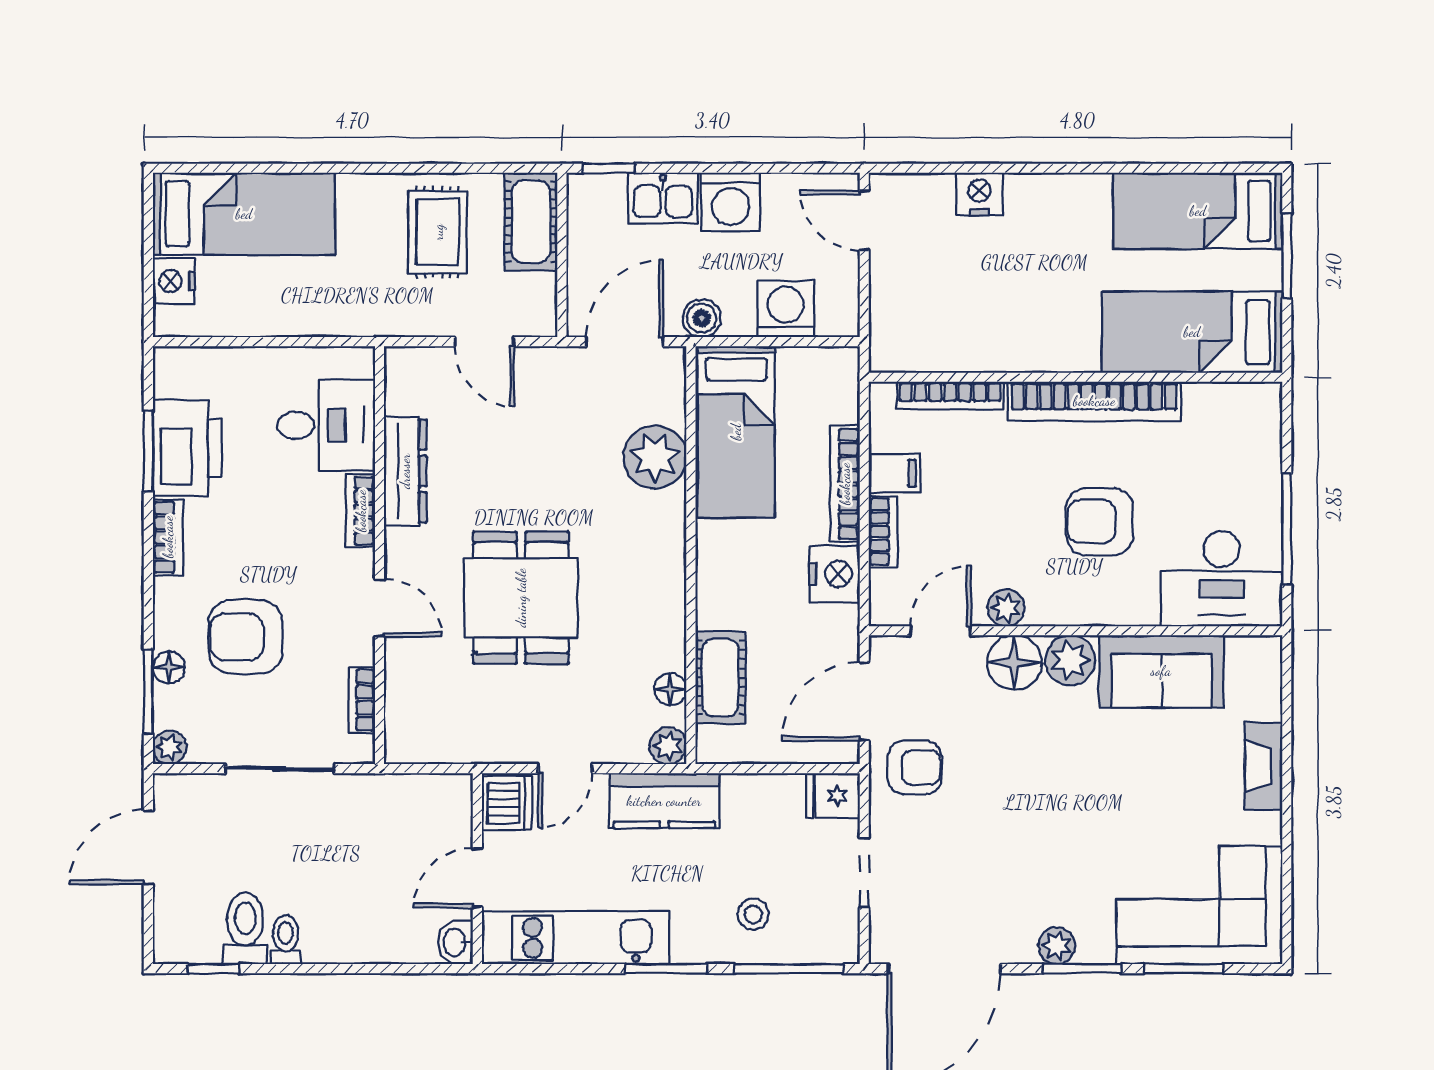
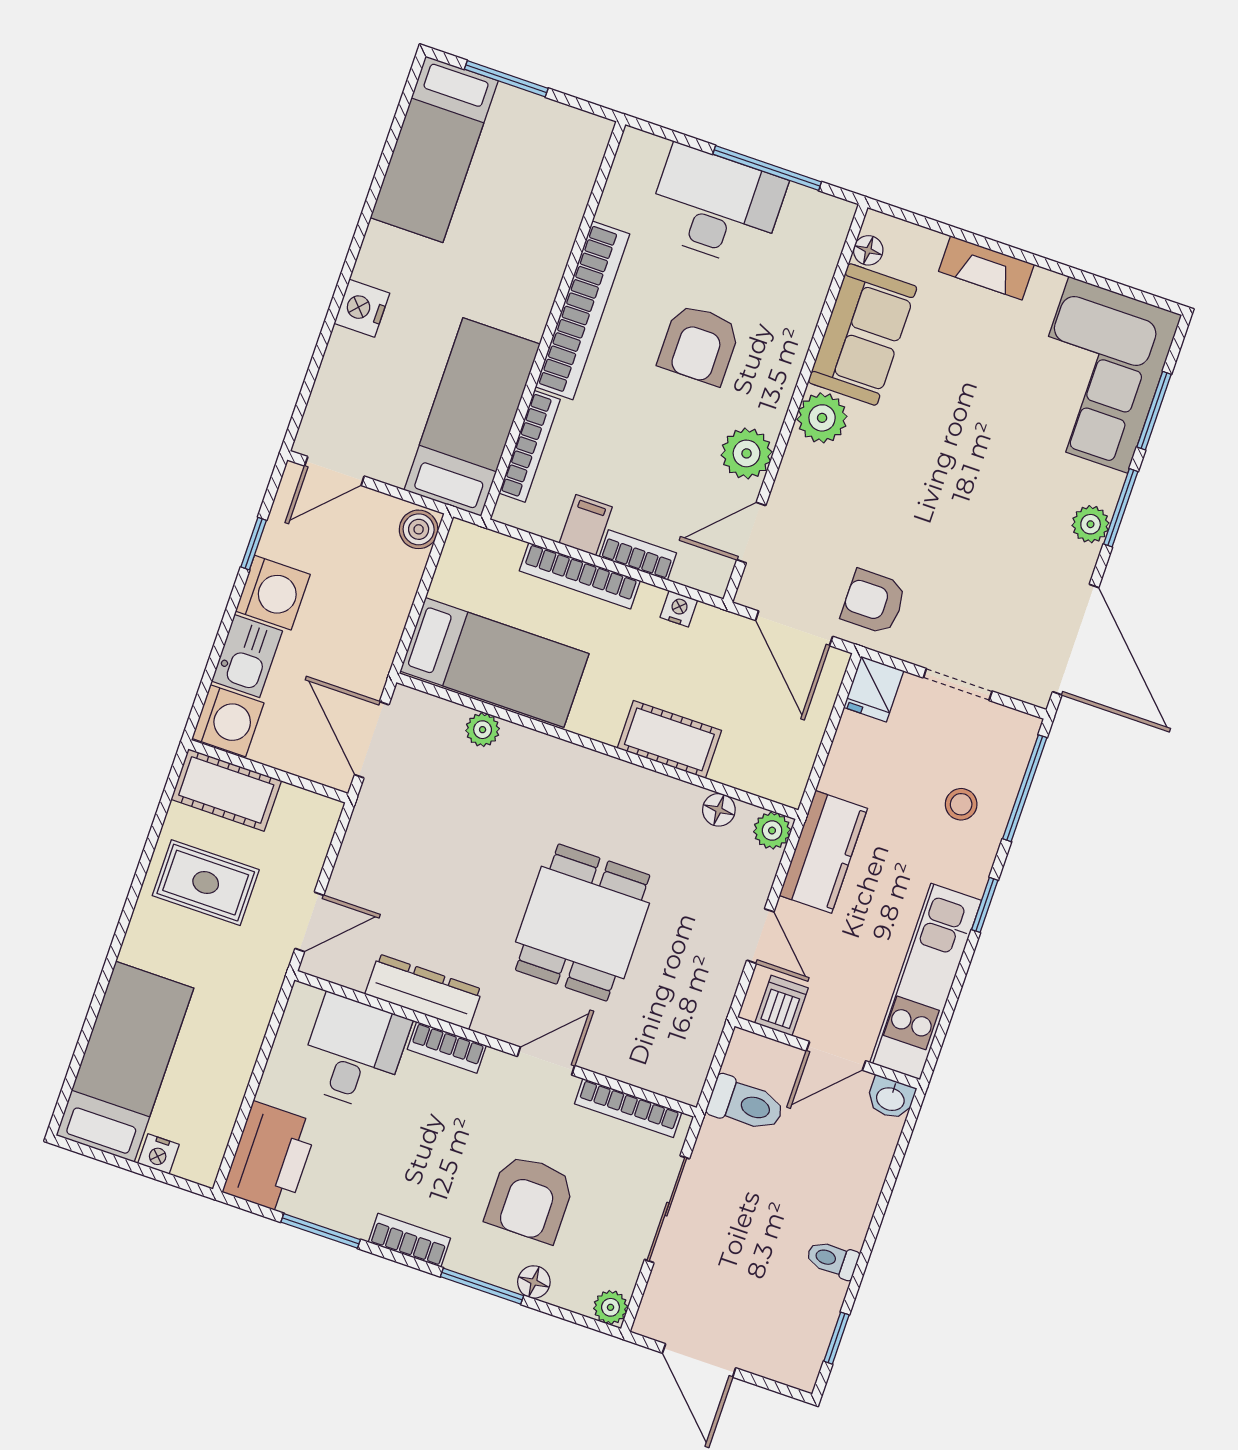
window: (609, 168) -> (254, 544), moved
nightstand: (980, 194) -> (362, 308), moved
nightstand: (174, 281) -> (158, 1154), width x0.72, depth x0.74
washing machine: (786, 309) -> (228, 721), moved, turned 180
boiler: (702, 318) -> (419, 529), moved
bed: (1192, 332) -> (472, 417), moved, turned 180
door: (484, 342) -> (309, 922), moved
printer: (187, 448) -> (270, 1158), moved, turned 90
plant: (655, 457) -> (483, 730), width x0.53, depth x0.53
nightstand: (834, 574) -> (679, 609), width x0.53, depth x0.56
desk: (1222, 579) -> (716, 206), moved, turned -90
dining table: (521, 598) -> (583, 923), turned 90
plant: (1006, 608) -> (747, 453), width x1.38, depth x1.38
door: (940, 631) -> (751, 533), hinge flipped
floor lamp: (1014, 663) -> (868, 250), moved, width x0.53, depth x0.53
cot: (720, 677) -> (669, 739), moved
window: (148, 691) -> (482, 1286), moved
bookcase: (362, 700) -> (628, 1108), width x1.56
armchair: (915, 767) -> (874, 602), turned -90
dishwasher: (507, 803) -> (781, 1006), width x0.73
door: (477, 878) -> (836, 1056), hinge flipped
toilet: (245, 928) -> (746, 1104), moved, turned 180
window: (666, 969) -> (985, 905), width x0.67

